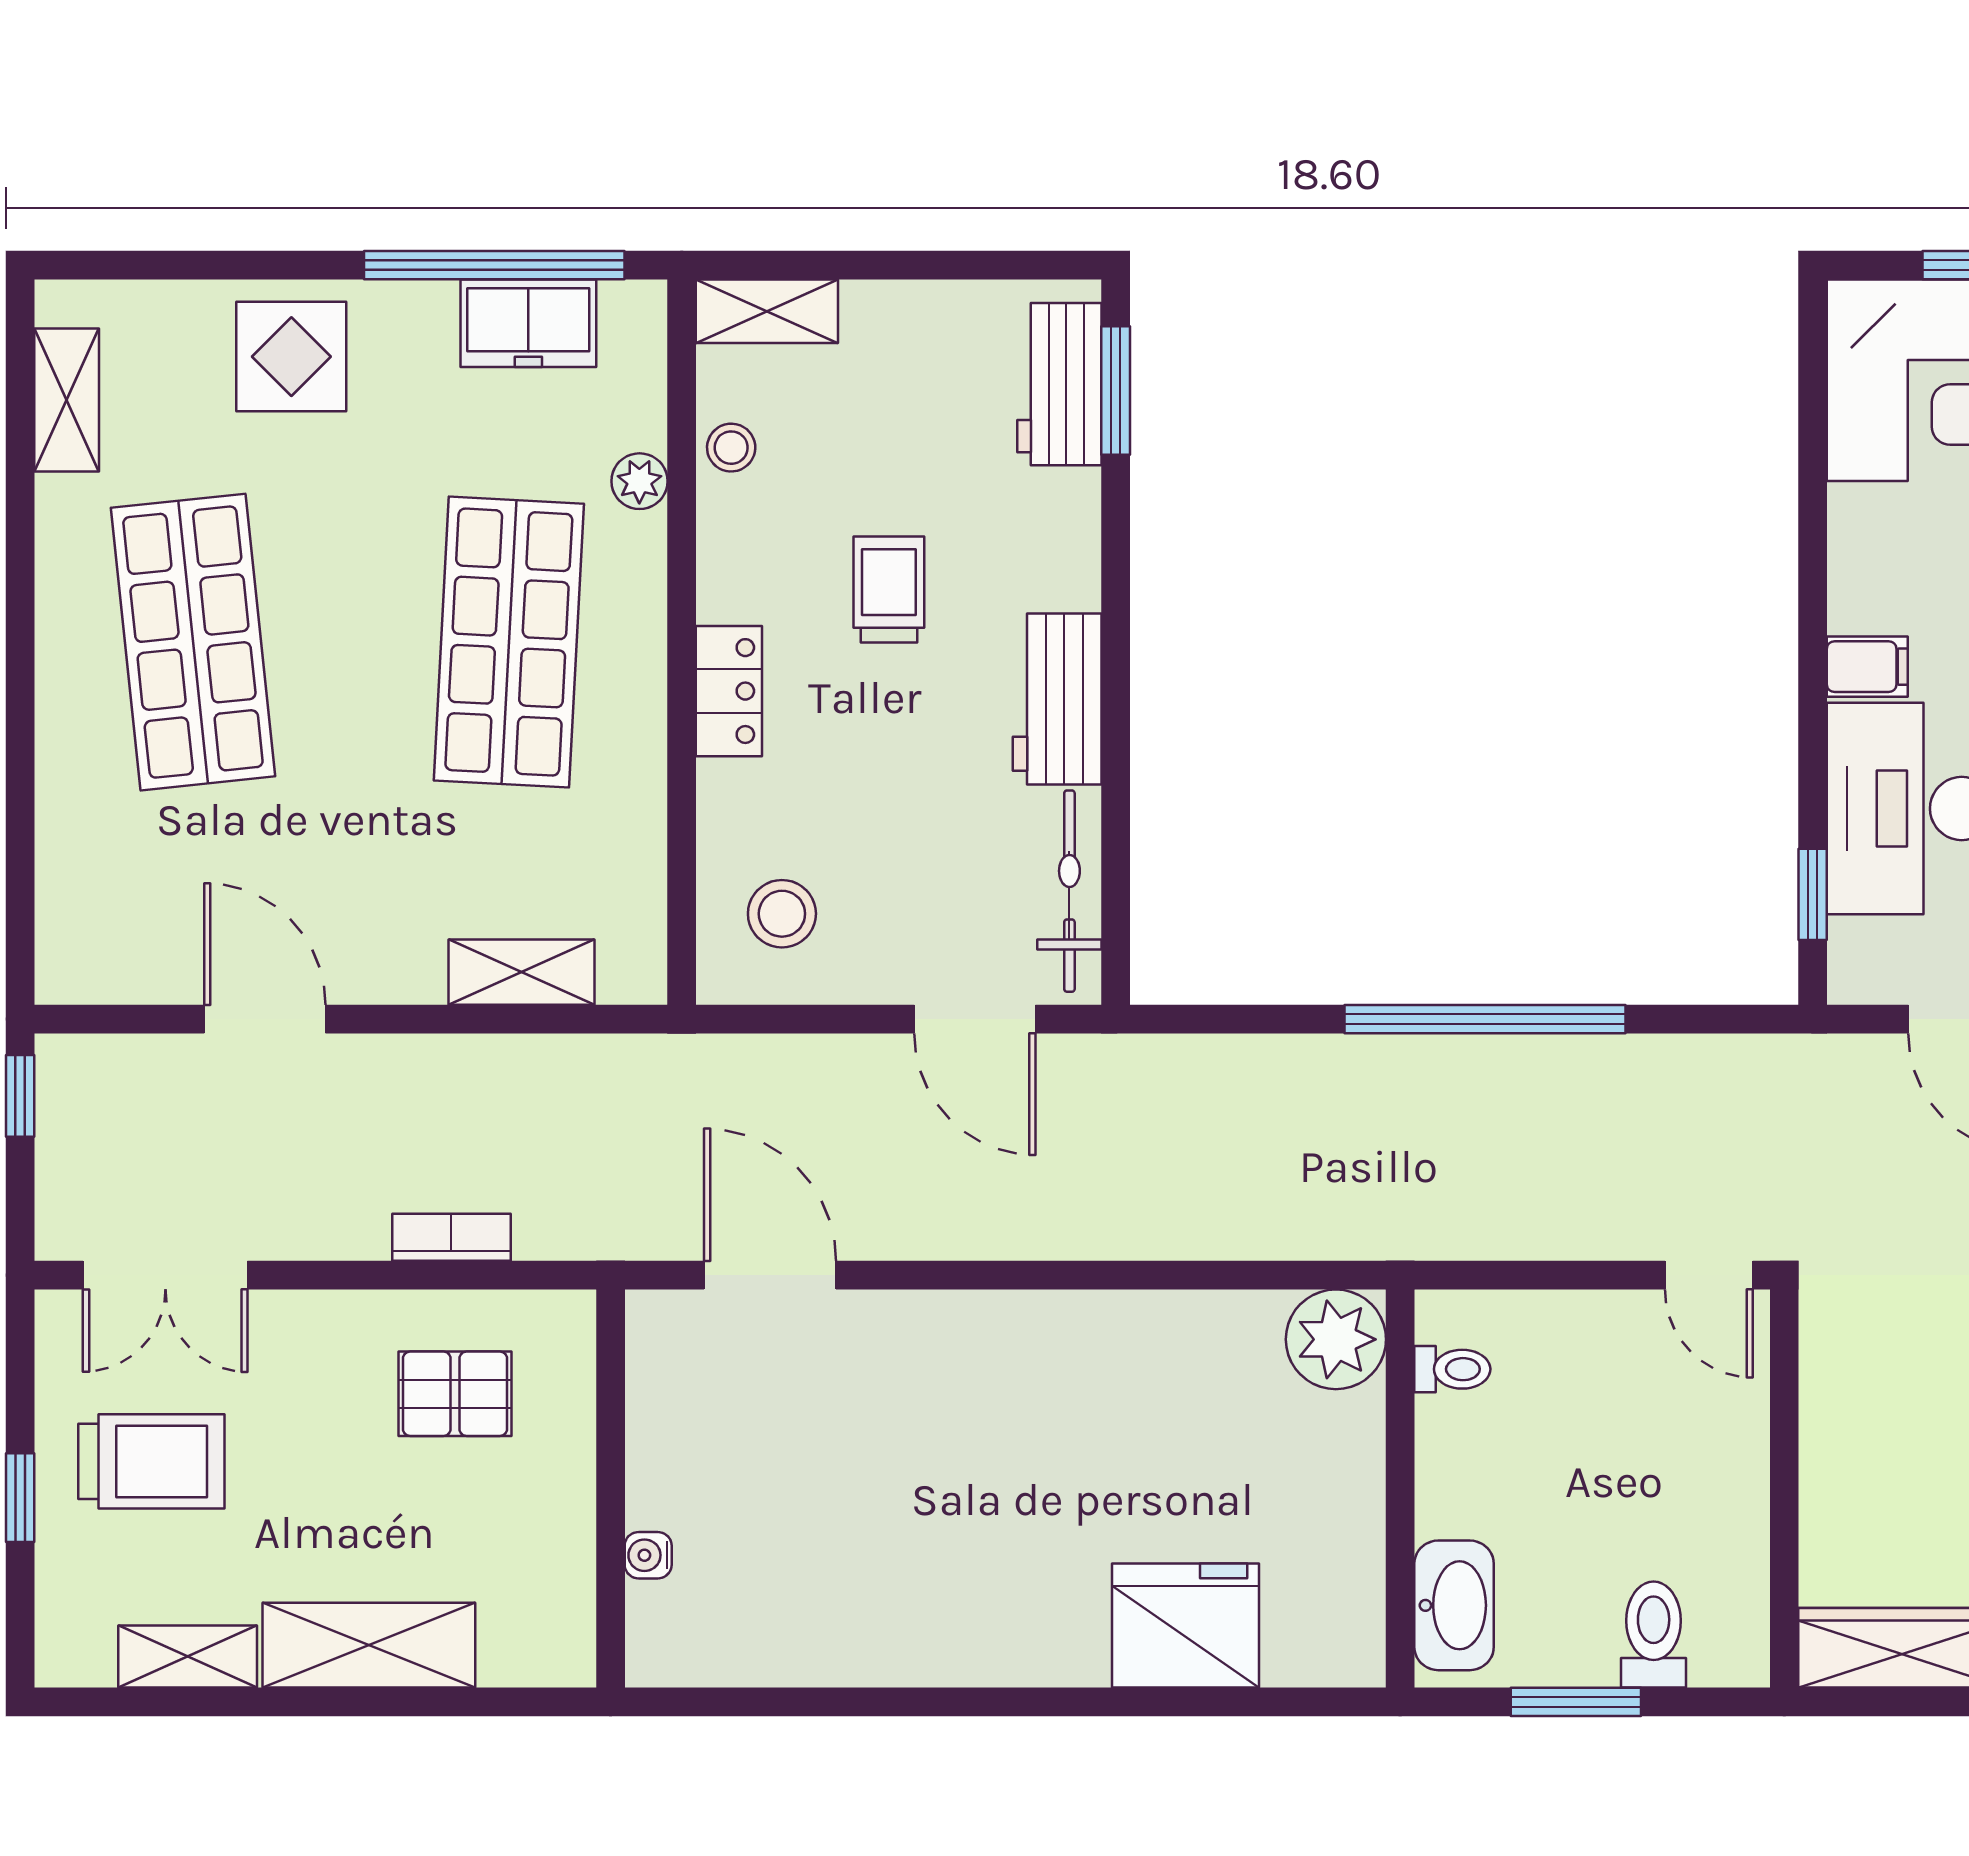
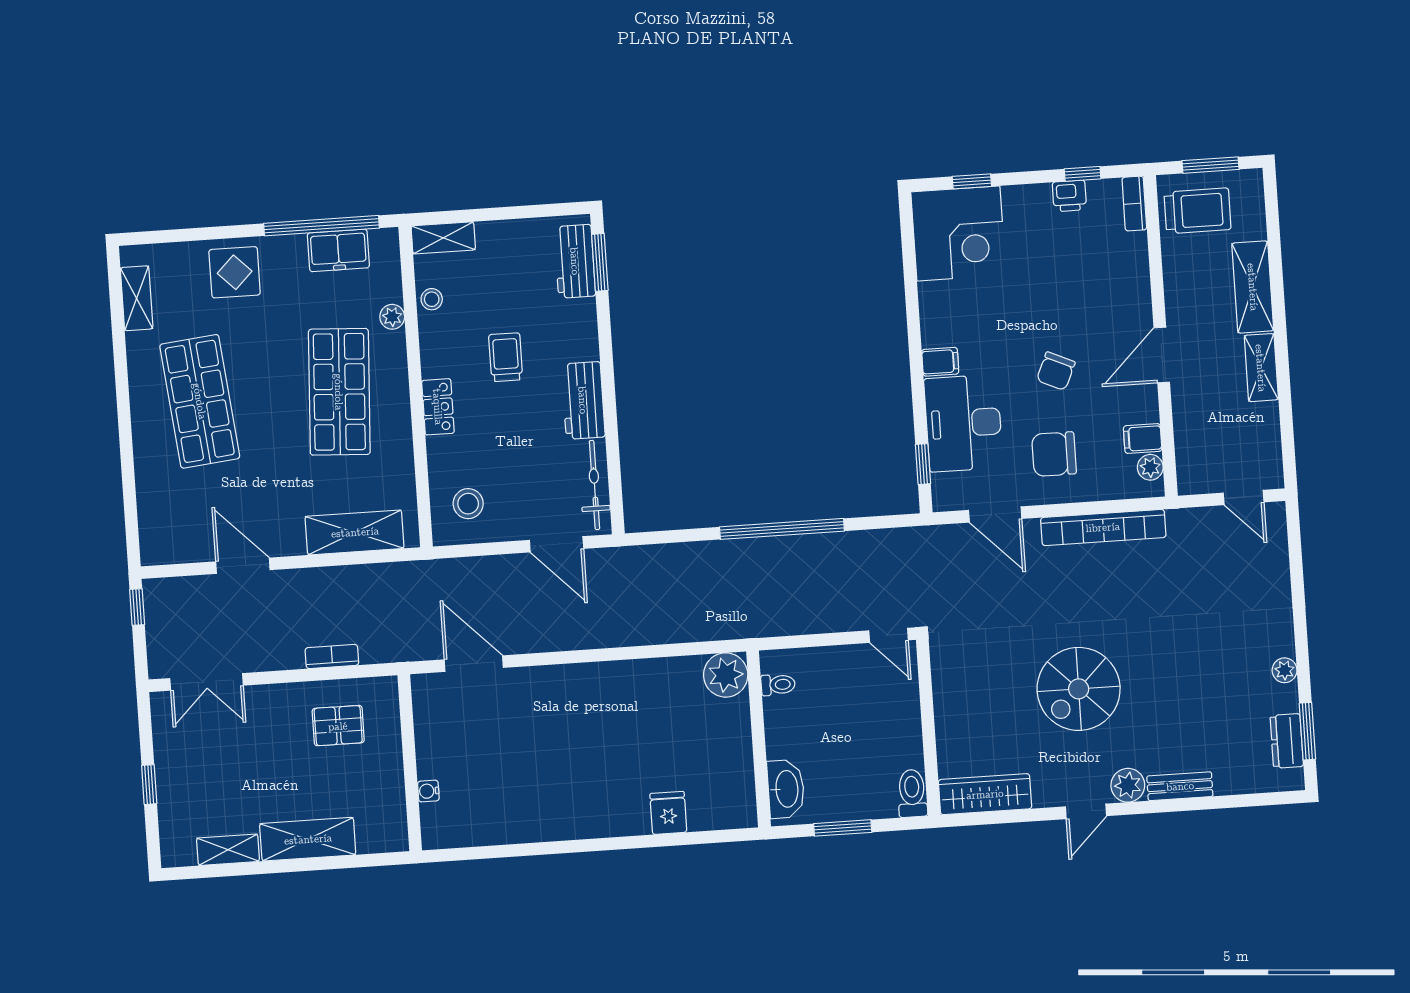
shelving: (522, 972) -> (355, 532), width x1.50, depth x1.33
trolley: (151, 1461) -> (206, 765), removed
fridge: (1185, 1626) -> (668, 813), width x0.53, depth x0.75
toilet: (1654, 1635) -> (912, 793), moved

